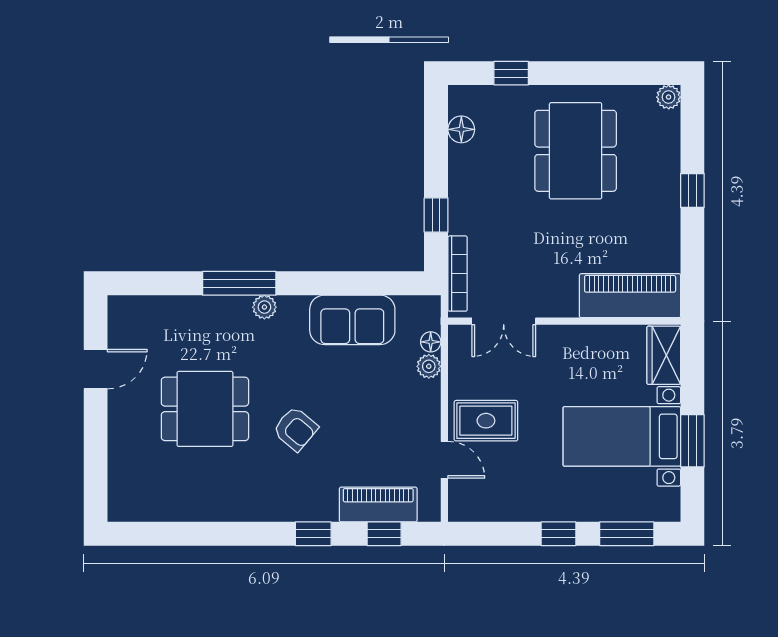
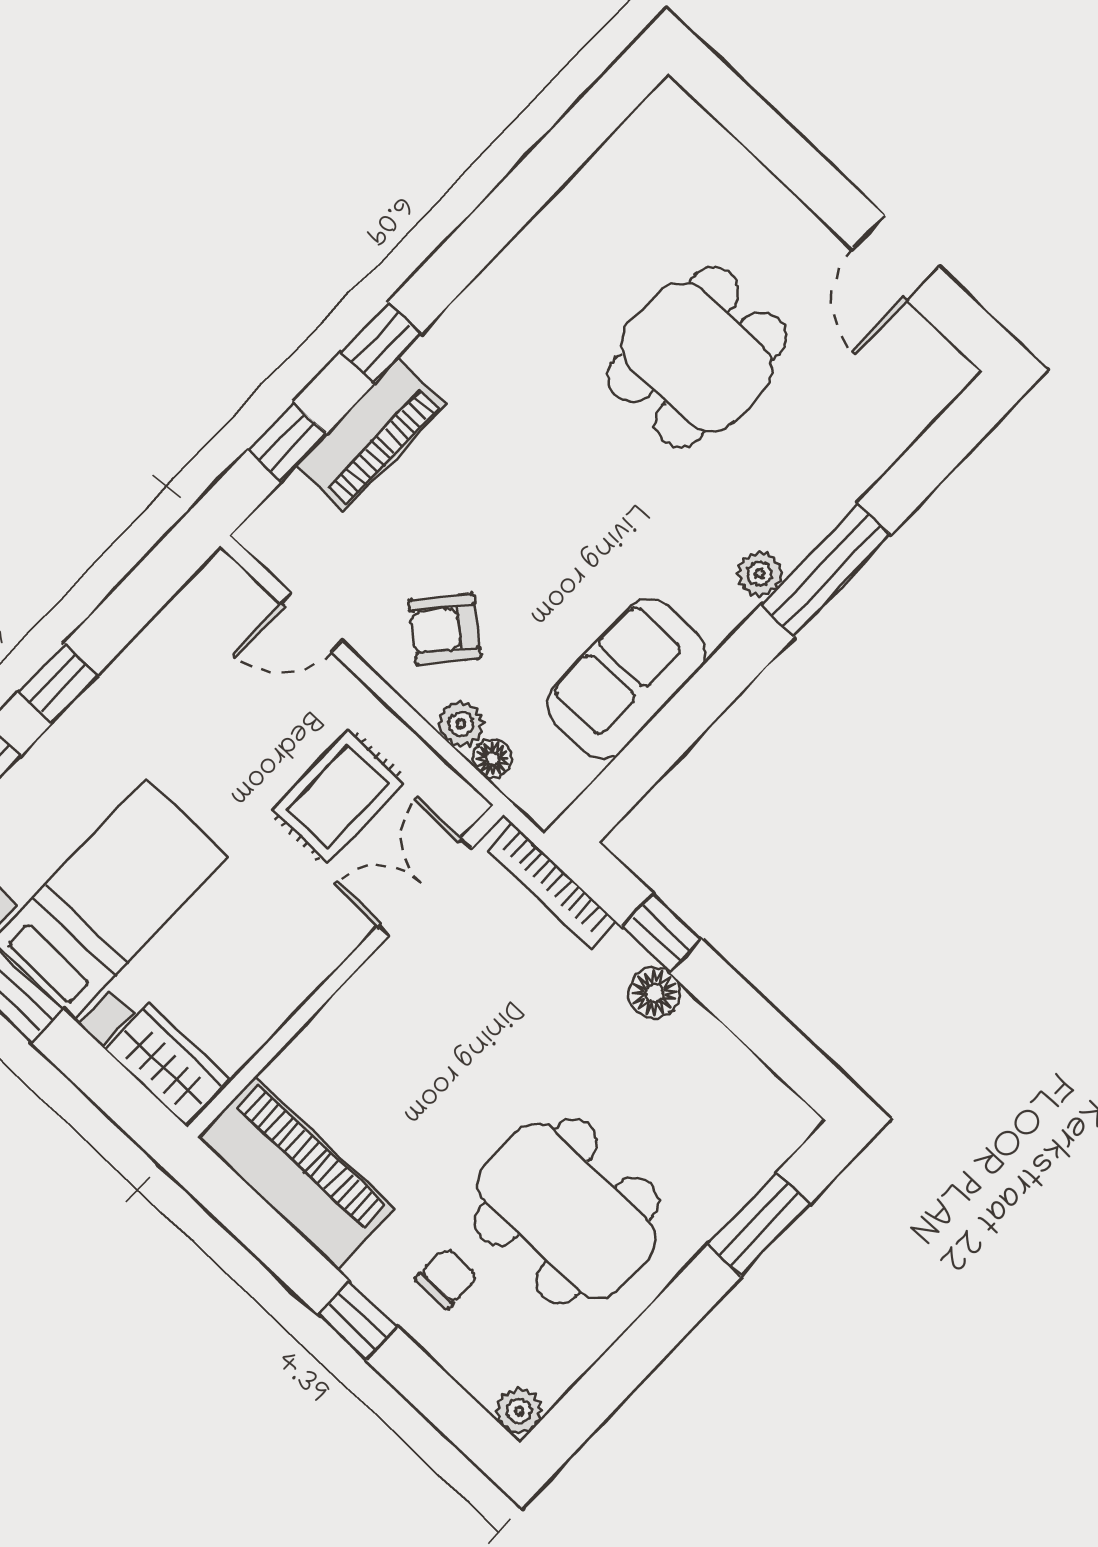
window: (511, 73) -> (759, 1224), width x1.50
floor lamp: (461, 129) -> (654, 993), moved
chair: (644, 172) -> (446, 1278), added
piano: (630, 296) -> (296, 1173), moved, turned -90
rug: (486, 421) -> (338, 796), moved
armchair: (295, 429) -> (445, 629), moved
piano: (378, 505) -> (371, 435), moved

